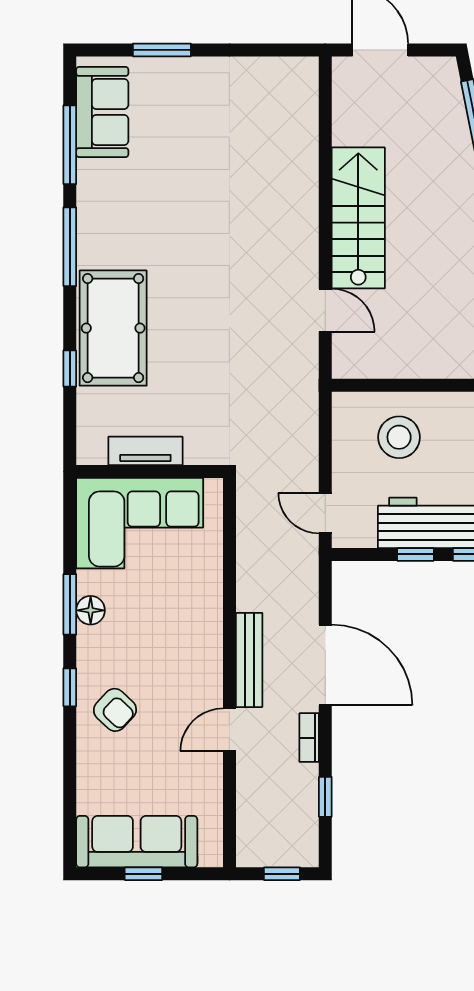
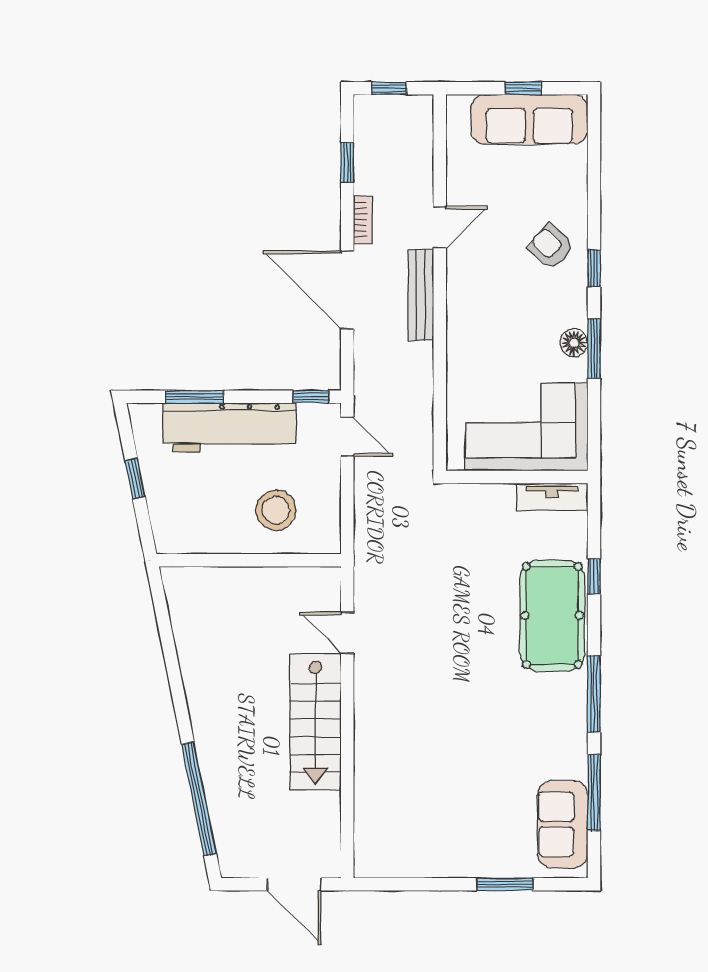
tv unit: (145, 451) -> (552, 497), moved
window: (416, 554) -> (311, 397), moved

